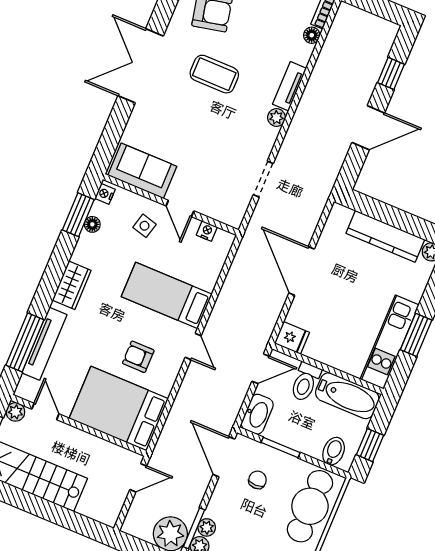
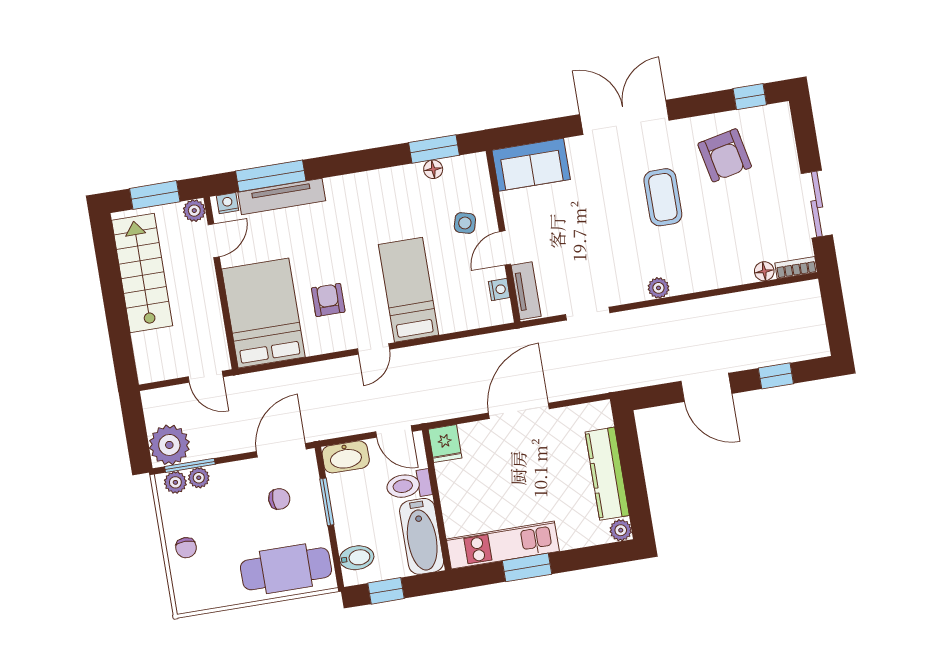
tv unit: (290, 86) -> (526, 291), moved, turned 90
sofa: (142, 171) -> (531, 165), moved, turned 90
nightstand: (105, 194) -> (228, 203), moved
wardrobe: (72, 285) -> (358, 187), removed

